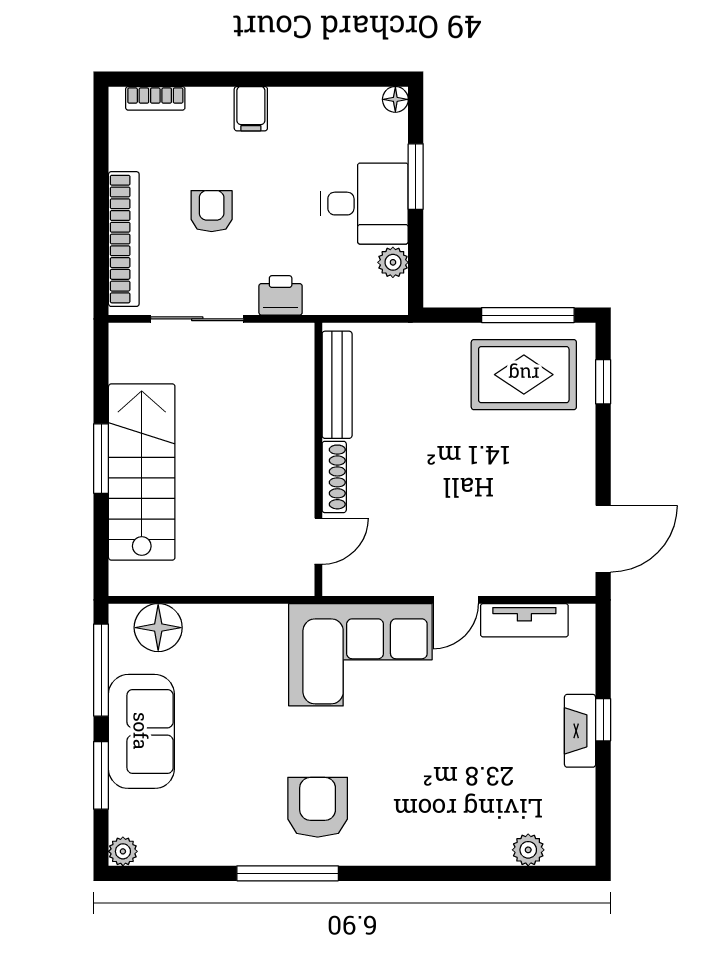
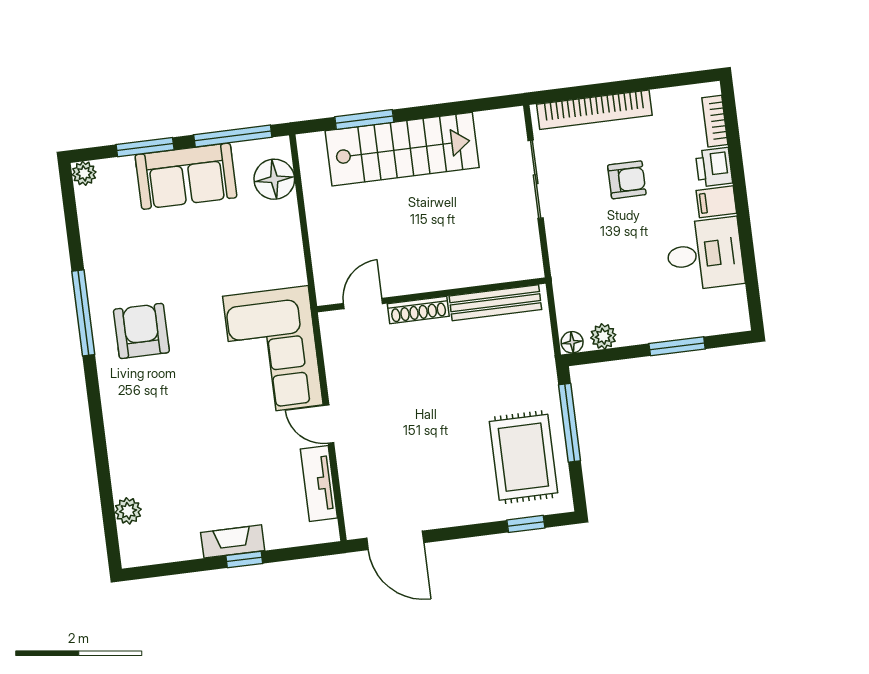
floor lamp: (395, 99) -> (572, 342), moved
desk: (365, 204) -> (705, 254), moved, turned -90
printer: (281, 295) -> (714, 167), moved, turned 180
window: (528, 315) -> (570, 423), moved
window: (101, 459) -> (364, 119), moved
door: (318, 541) -> (363, 304), swing flipped
armchair: (318, 807) -> (141, 331), turned -90

